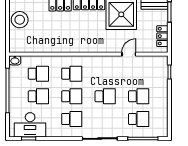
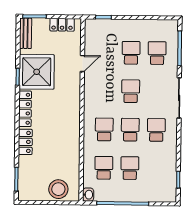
stool: (20, 20) -> (58, 189), moved
door: (129, 54) -> (82, 63), swing flipped
desk: (30, 125) -> (162, 178), removed

